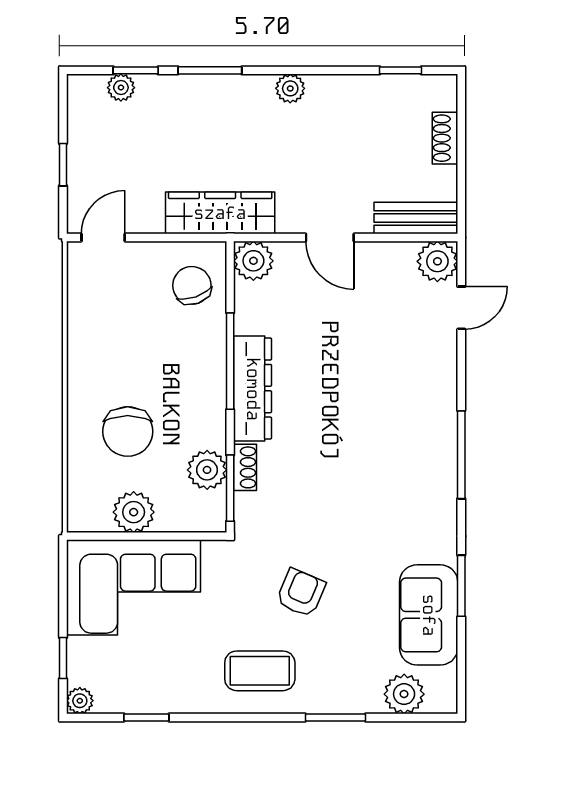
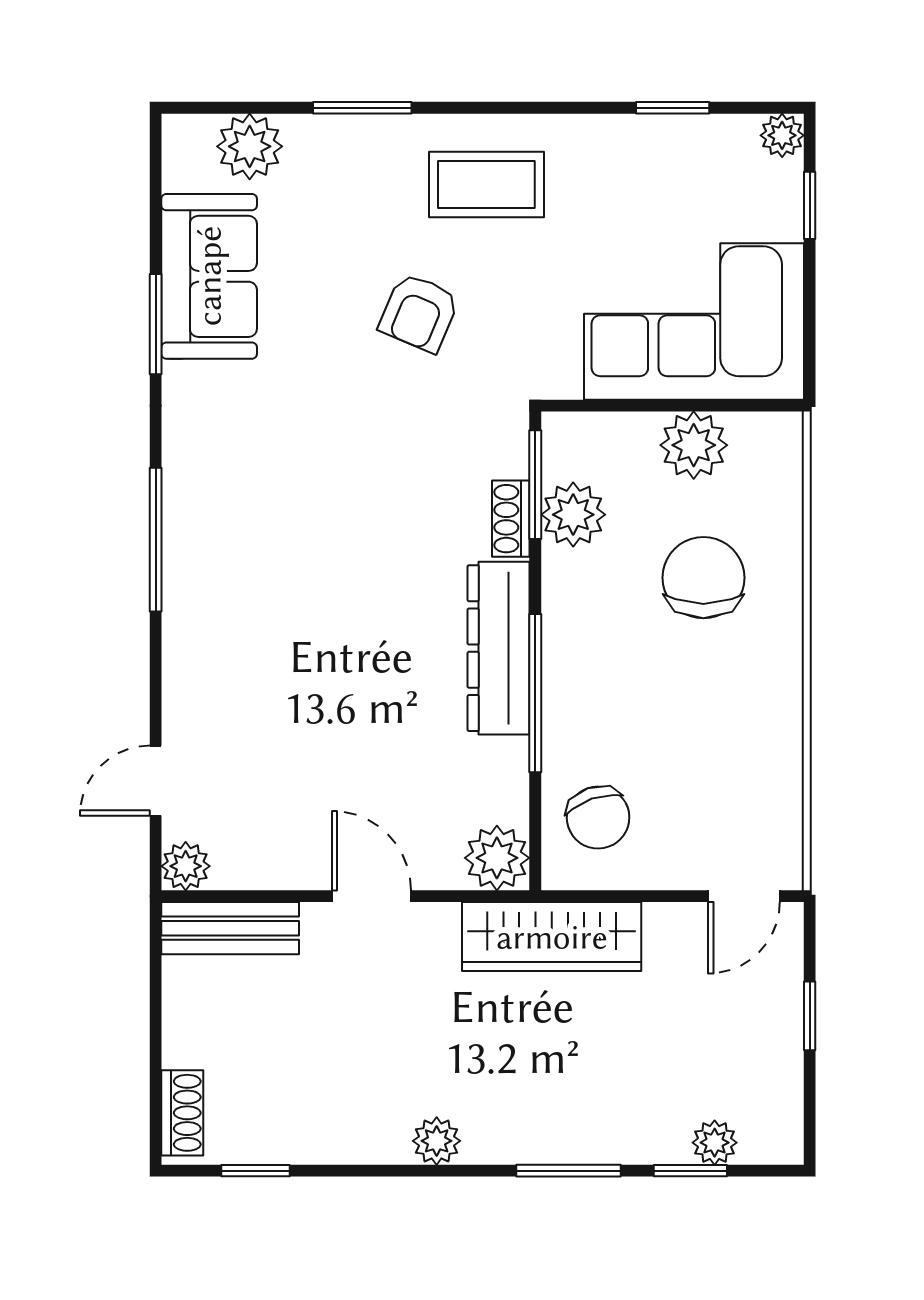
shoe rack: (445, 138) -> (182, 1113), moved
plant: (437, 261) -> (186, 866), width x0.73, depth x0.73

